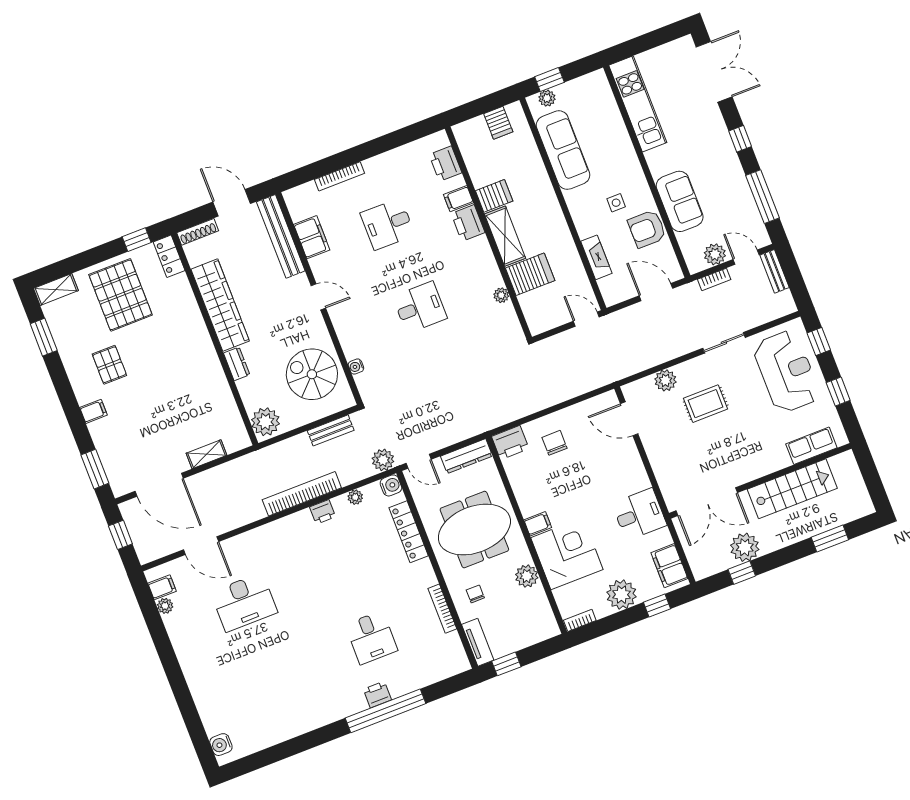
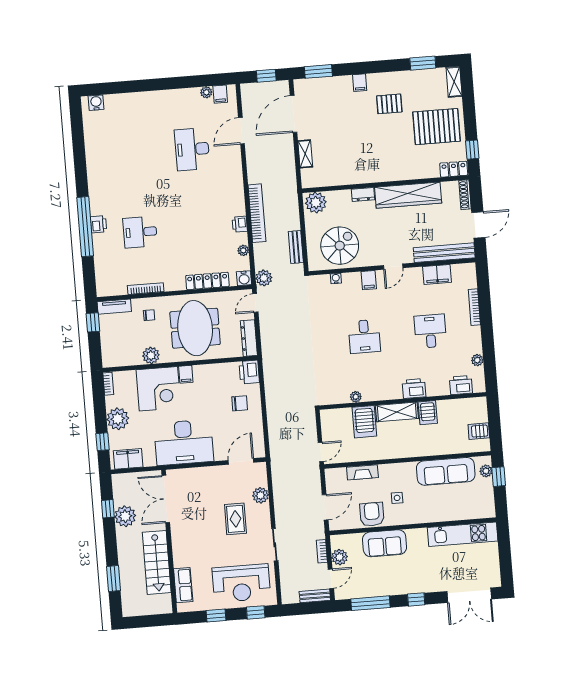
plant: (407, 152) -> (477, 360), added
filing cabinet: (459, 199) -> (369, 280), moved, turned 180
desk: (639, 514) -> (184, 442), width x1.87, depth x1.30

